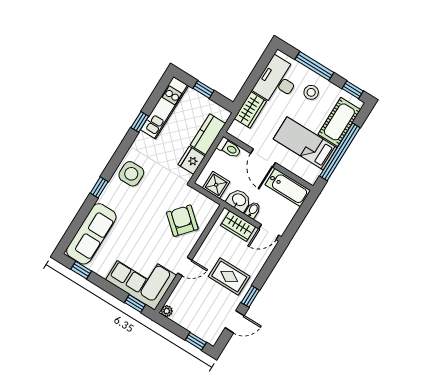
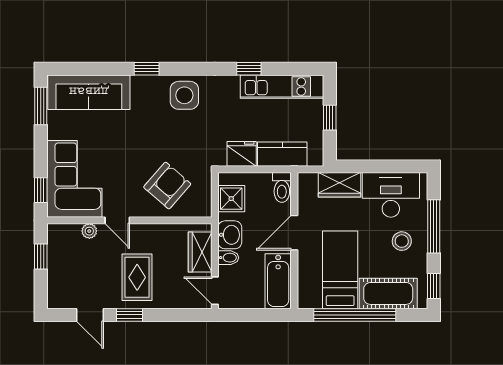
window: (81, 270) -> (41, 106), width x1.50
plant: (167, 311) -> (89, 231), moved
window: (196, 341) -> (41, 256), moved

